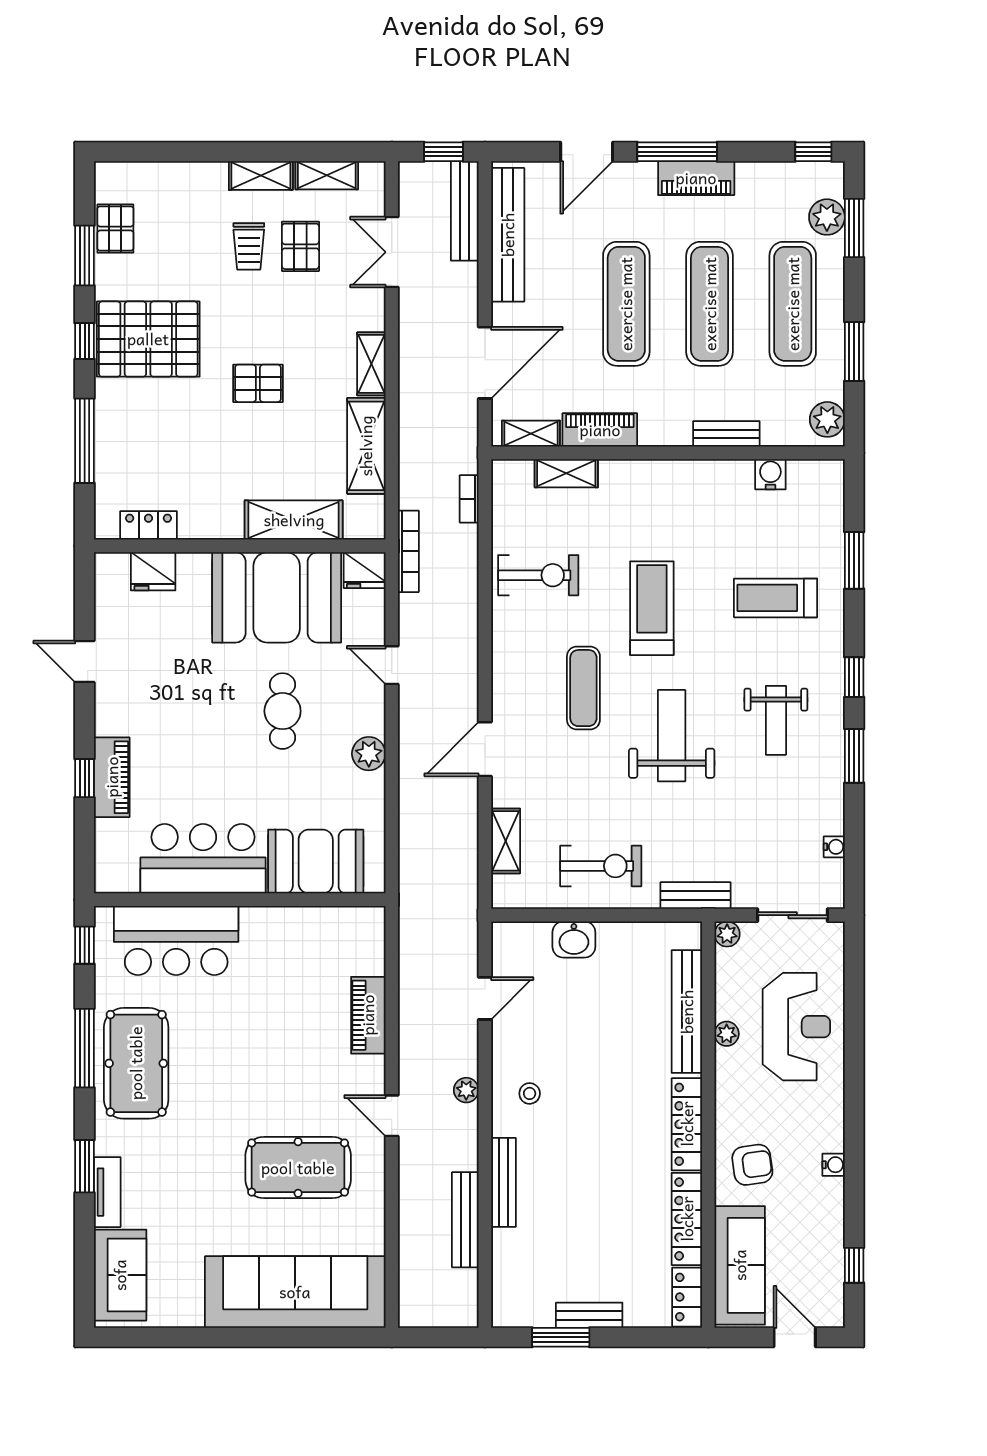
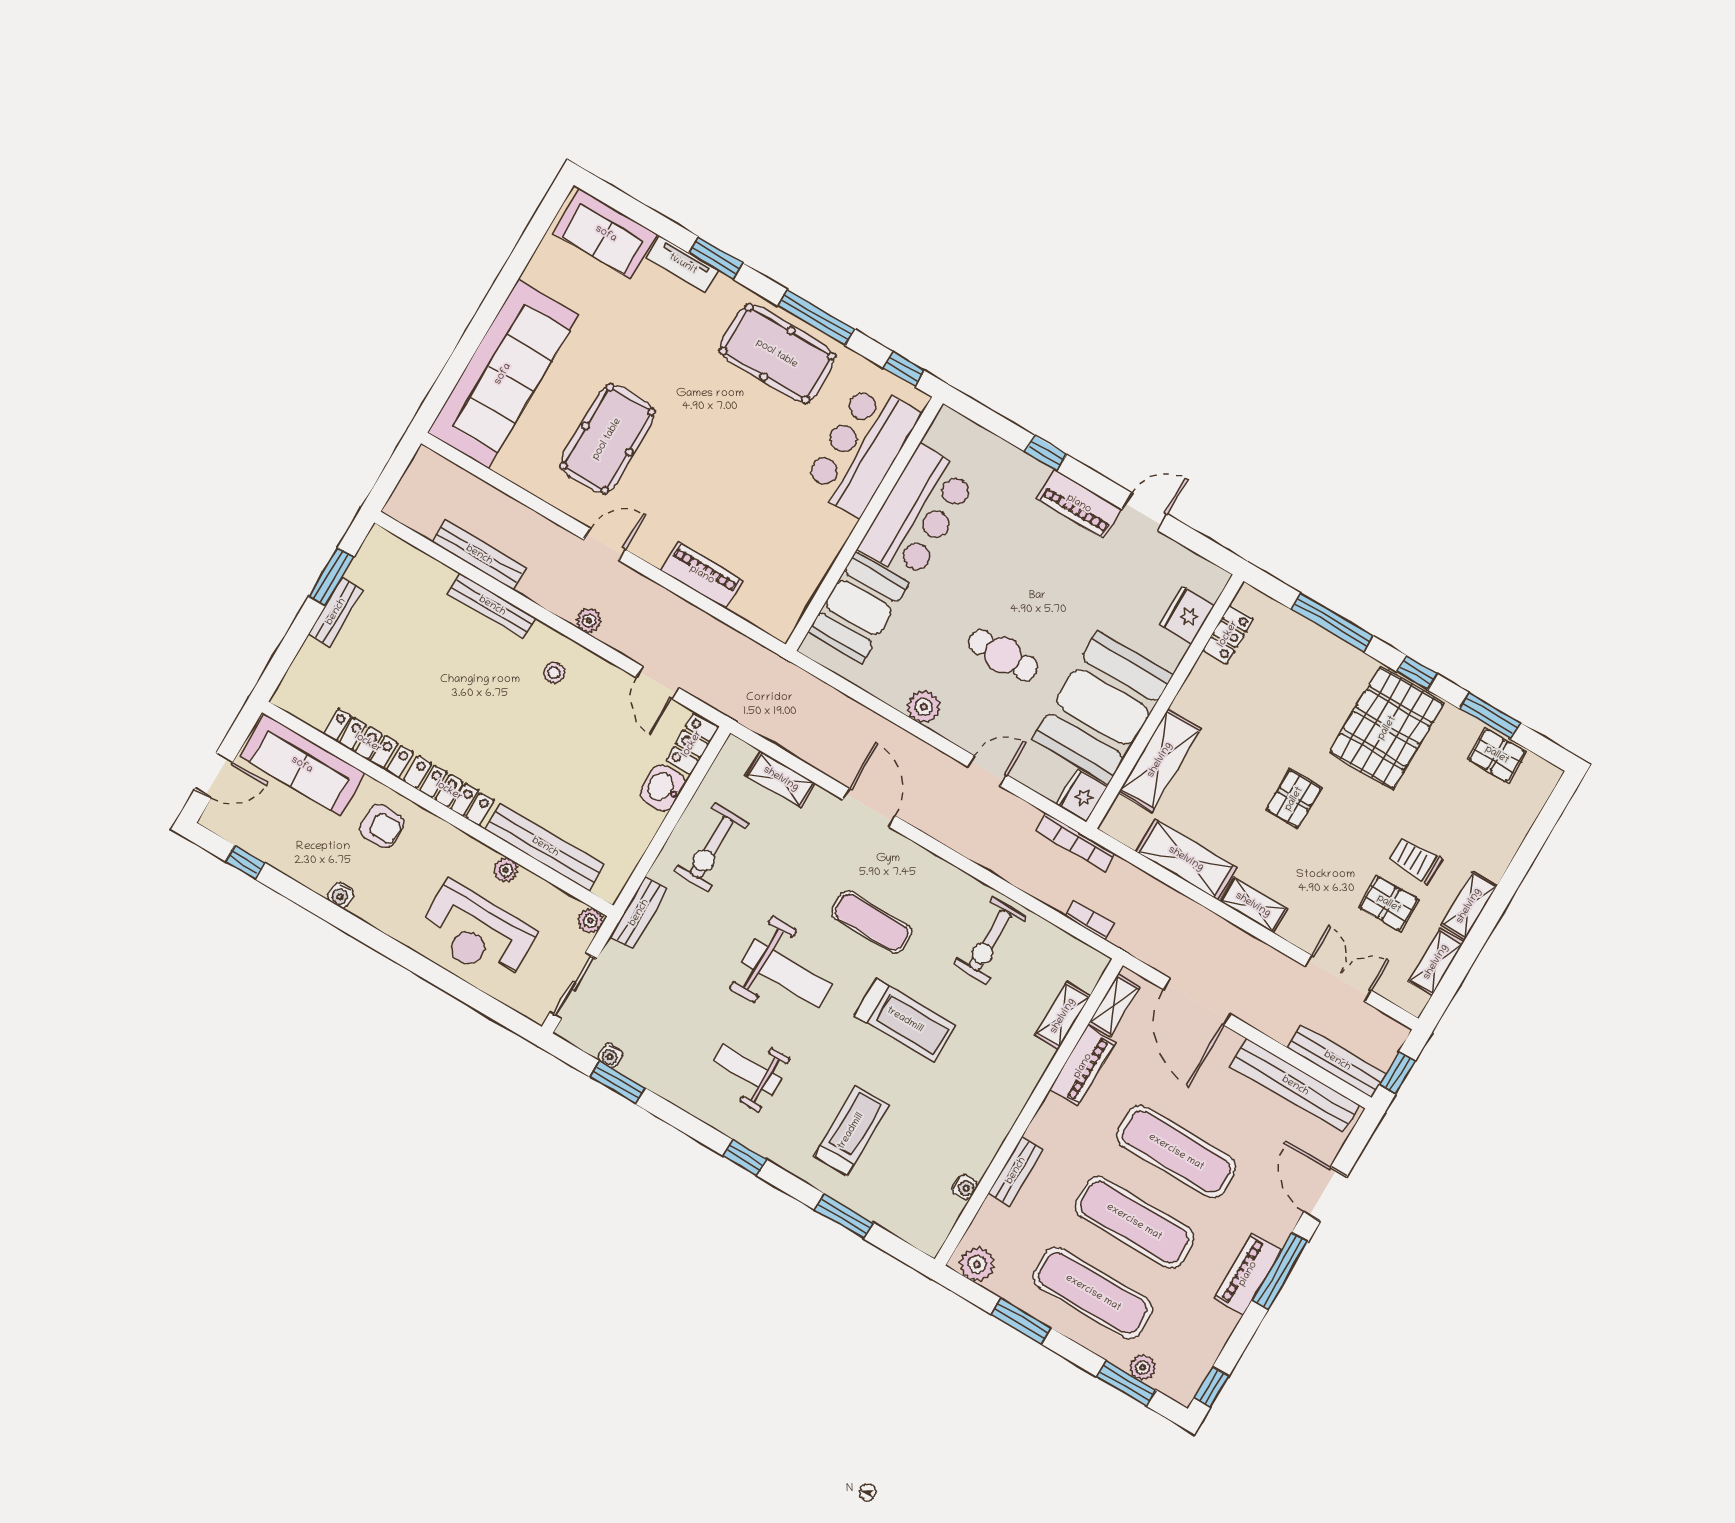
plant: (827, 217) -> (1143, 1367), width x0.73, depth x0.73
water cooler: (770, 474) -> (965, 1187), width x0.72, depth x0.72
window: (854, 756) -> (618, 1082), moved
piano: (112, 777) -> (1079, 504), moved
armchair: (752, 1165) -> (382, 826), turned -81
locker: (687, 1297) -> (692, 744), moved, turned -90

